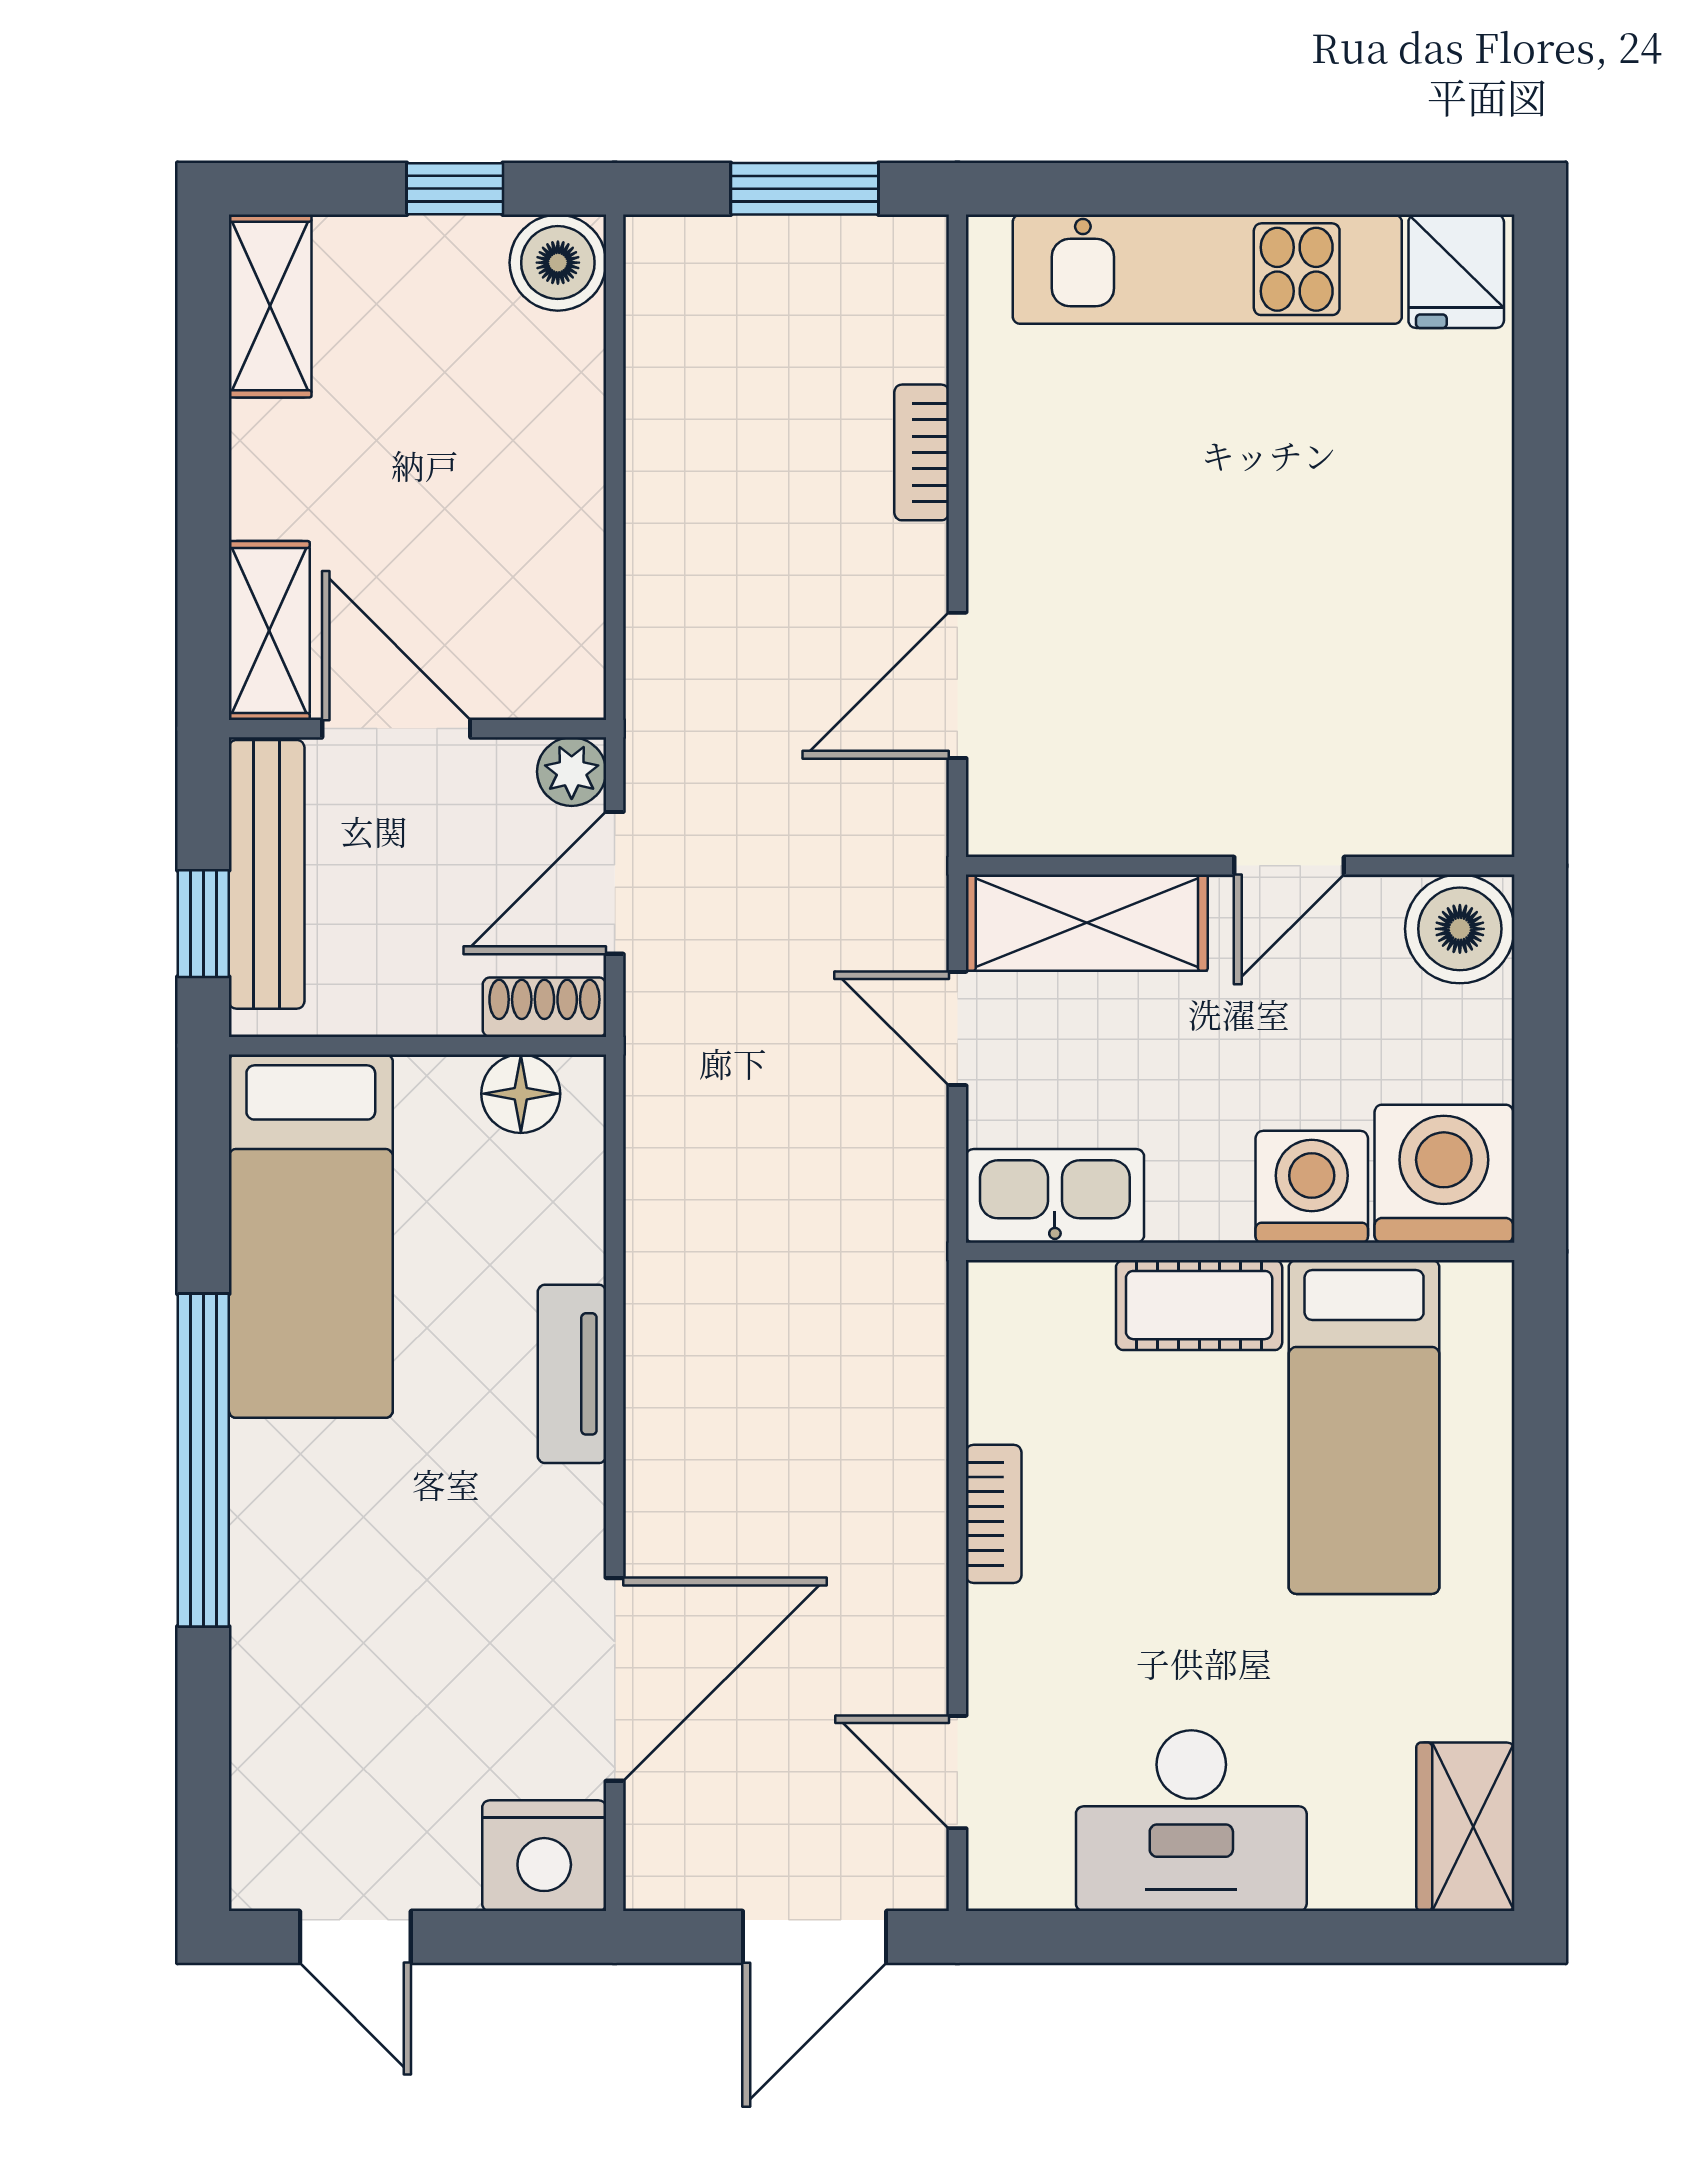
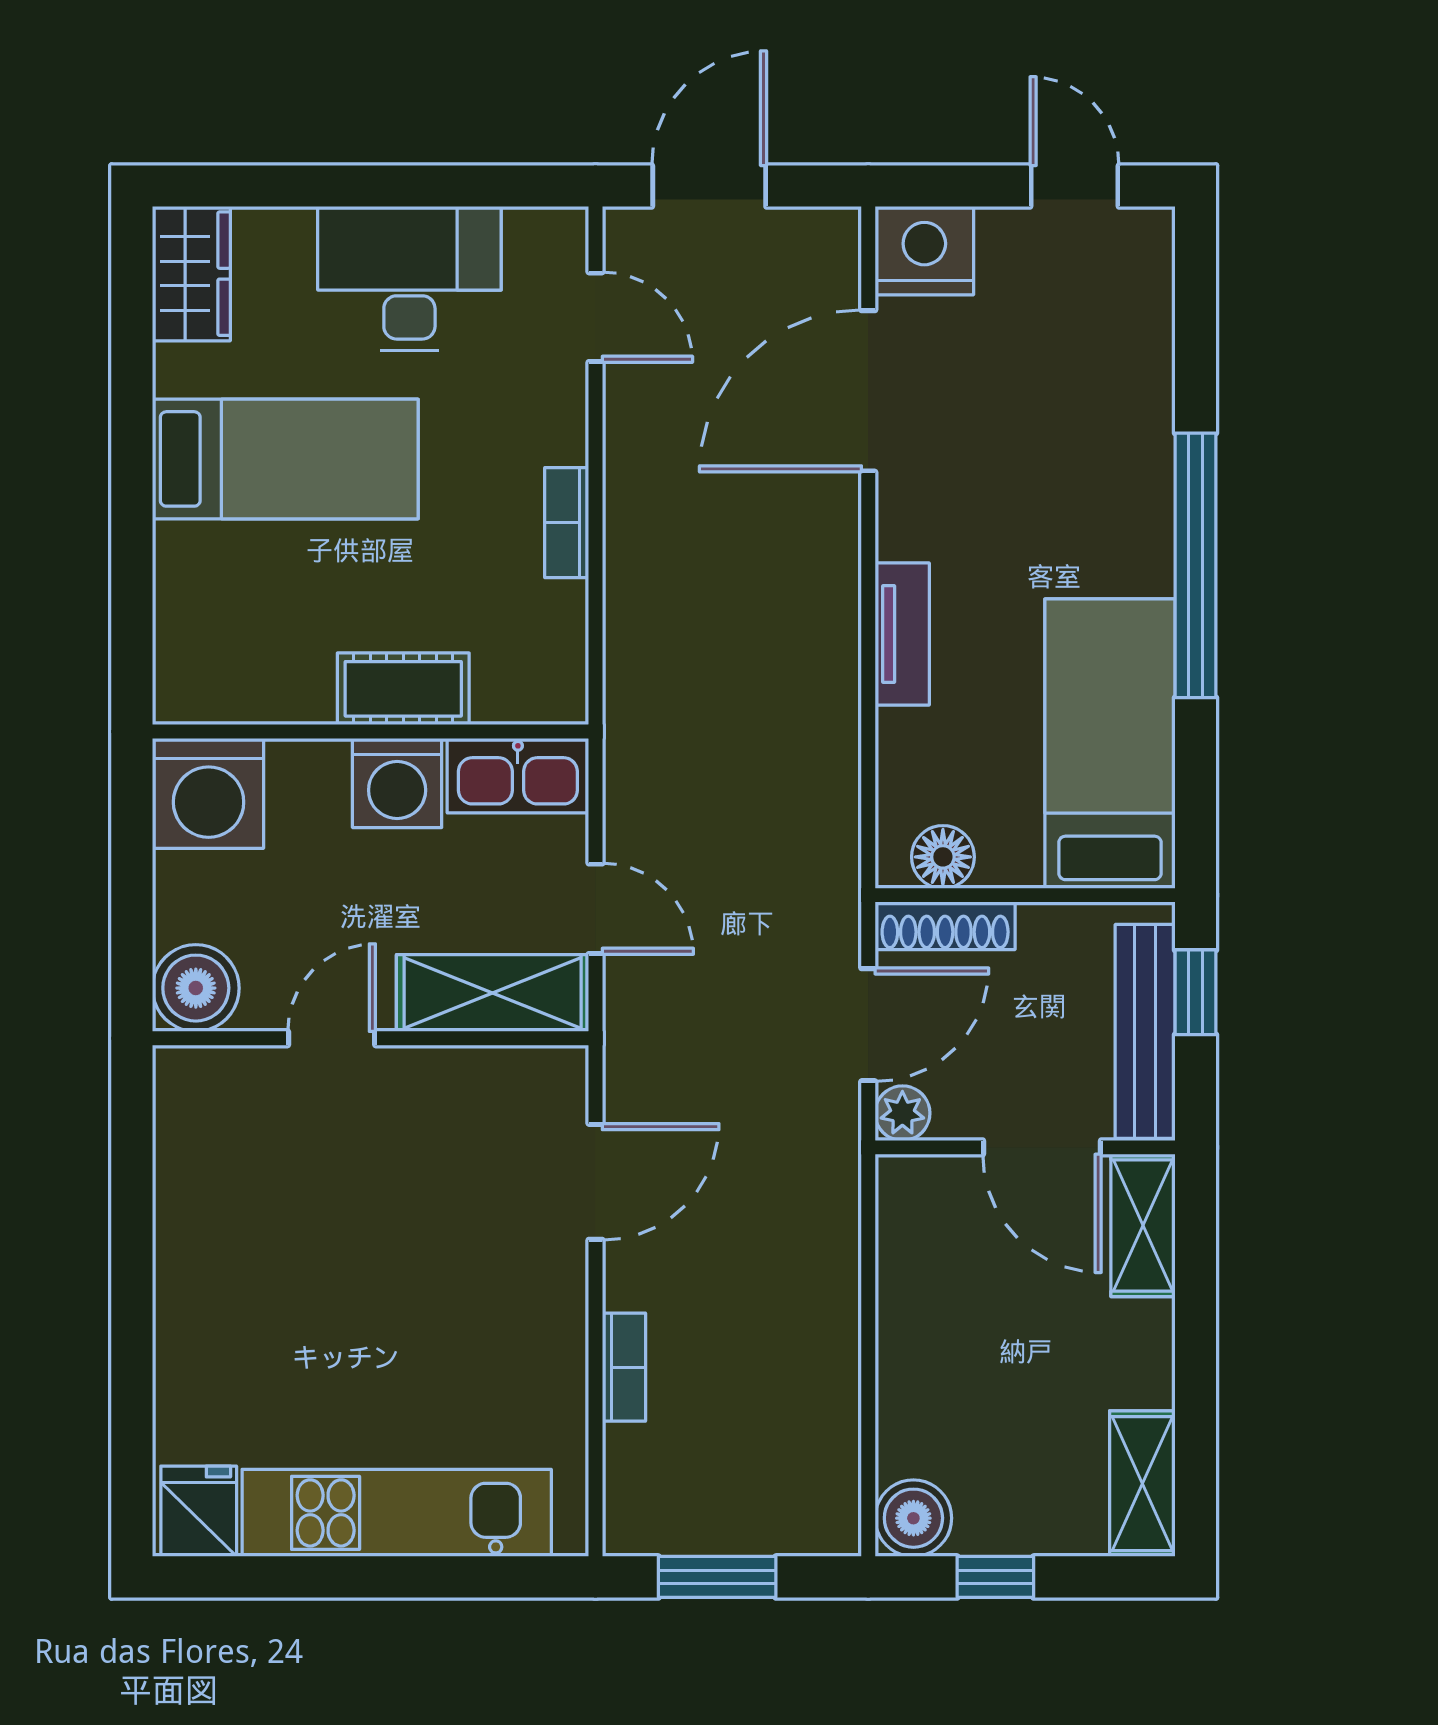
shoe rack: (544, 1007) -> (945, 926), width x1.43
washing machine: (1312, 1187) -> (397, 783), moved
bed: (1364, 1427) -> (285, 459), moved, turned 90

